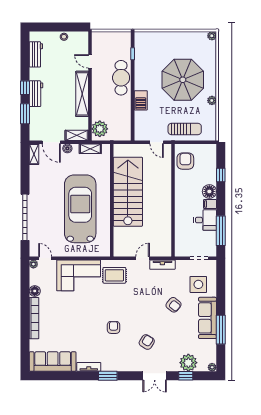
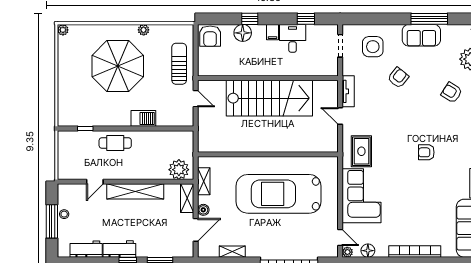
window: (58, 27) -> (52, 221), added
cafe table: (121, 78) -> (115, 143), width x0.73, depth x0.74
workbench: (36, 94) -> (119, 249), moved
door: (157, 142) -> (196, 99), hinge flipped
shelving: (34, 154) -> (232, 252), moved
armchair: (185, 161) -> (210, 36), moved, turned -90
window: (221, 175) -> (250, 19), moved
floor lamp: (209, 191) -> (243, 33), moved
stairs: (128, 192) -> (269, 98), moved, turned 180
window: (221, 231) -> (306, 19), width x0.46
door: (45, 258) -> (340, 237), swing flipped
floor lamp: (35, 291) -> (368, 251), moved
sofa: (207, 318) -> (421, 35), width x0.73
armchair: (147, 342) -> (452, 92), moved

